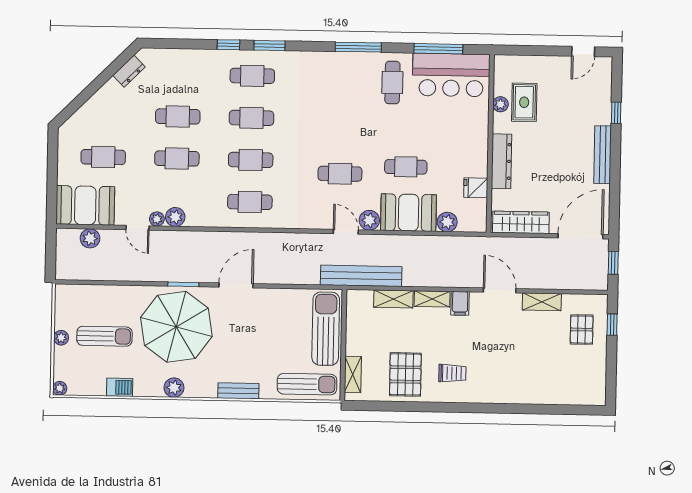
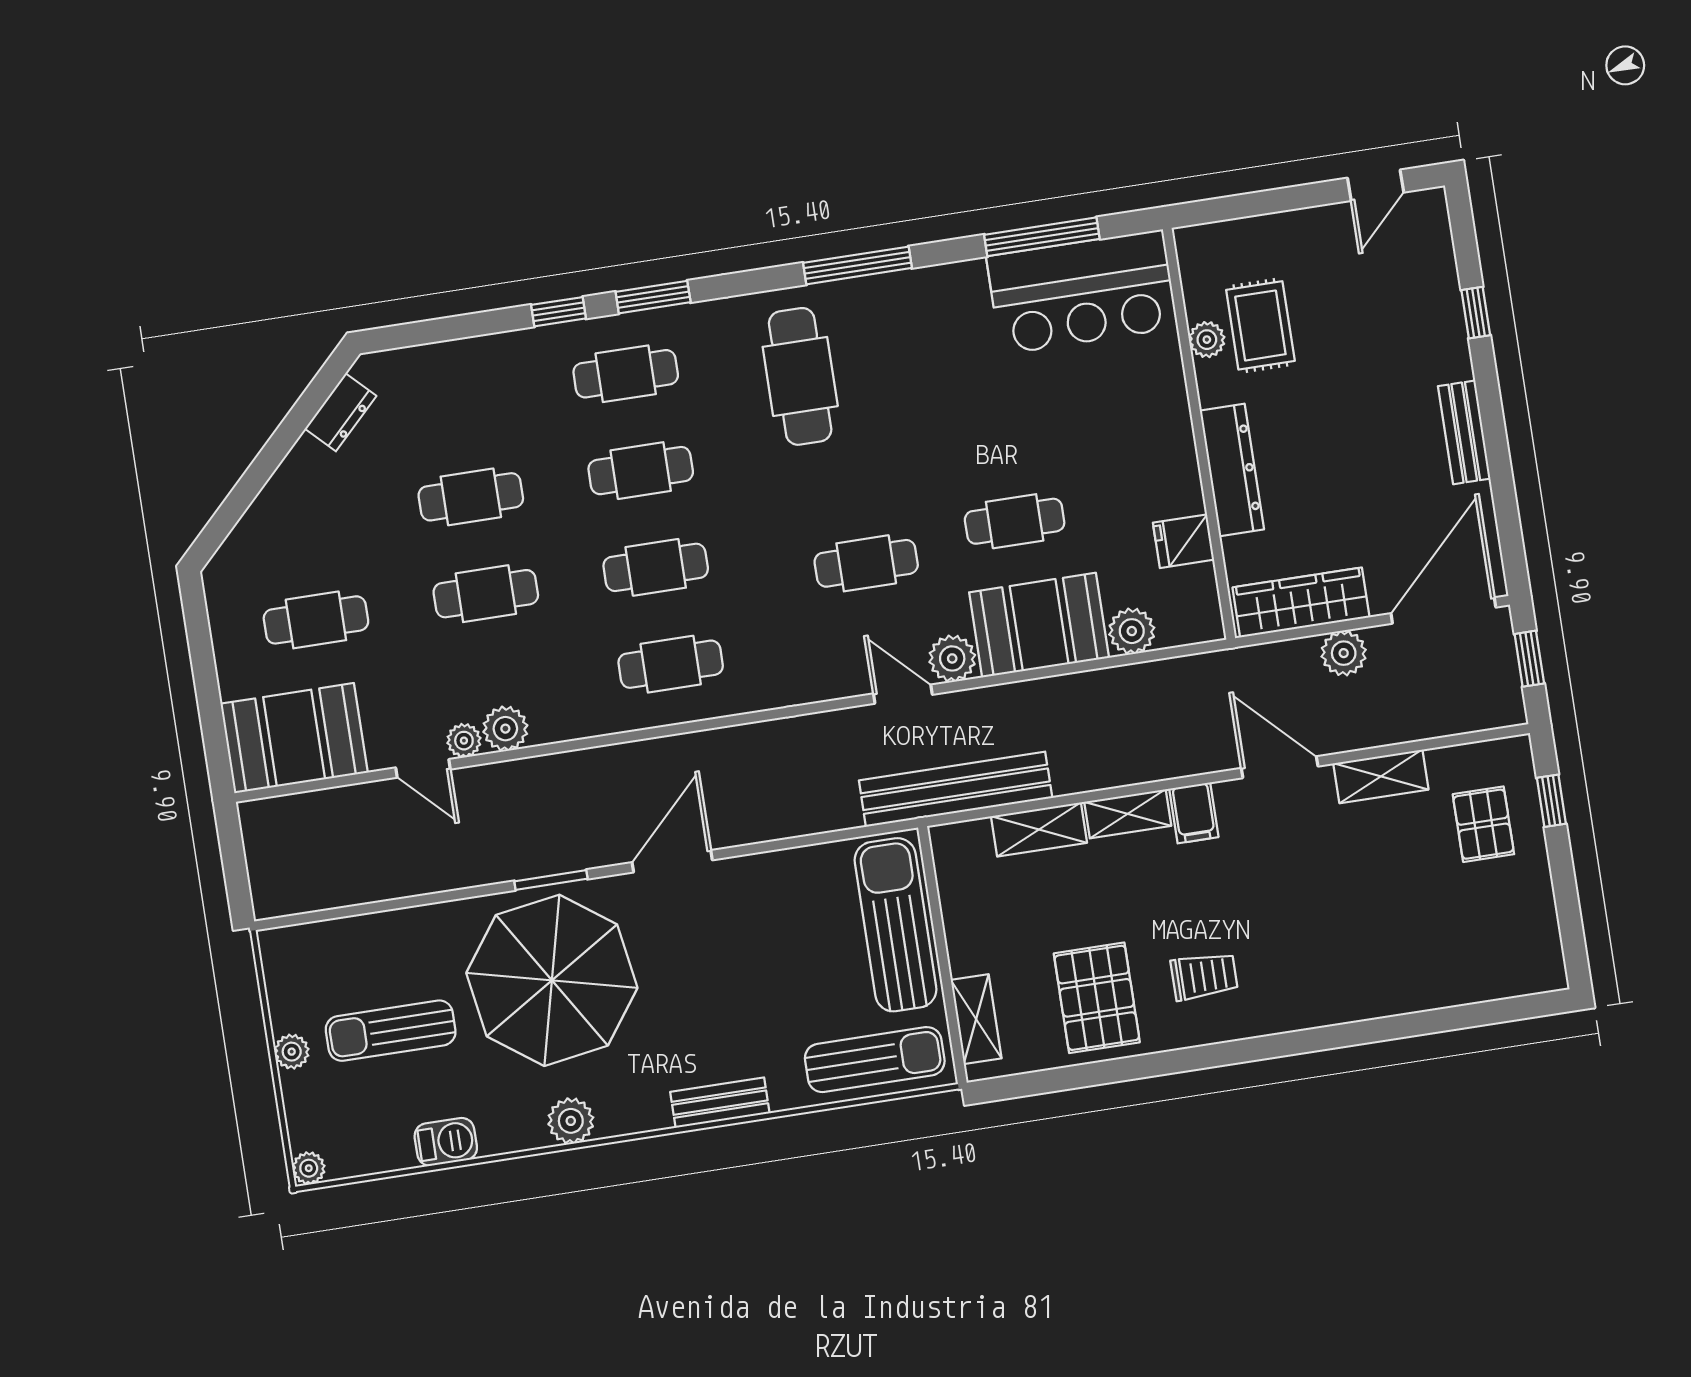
cafe table: (392, 82) -> (800, 376), moved, width x1.37, depth x1.35
bench: (603, 155) -> (1464, 432), width x0.73
plant: (90, 238) -> (1344, 653), moved
sun lounger: (104, 336) -> (391, 1031), turned 180

